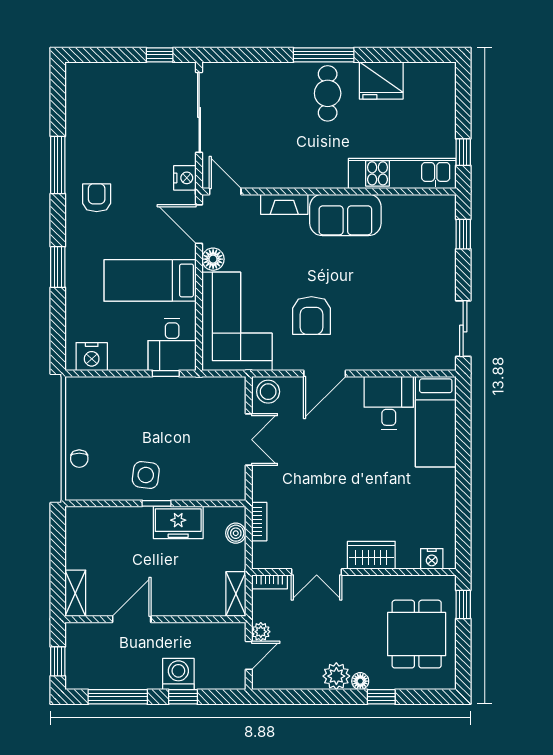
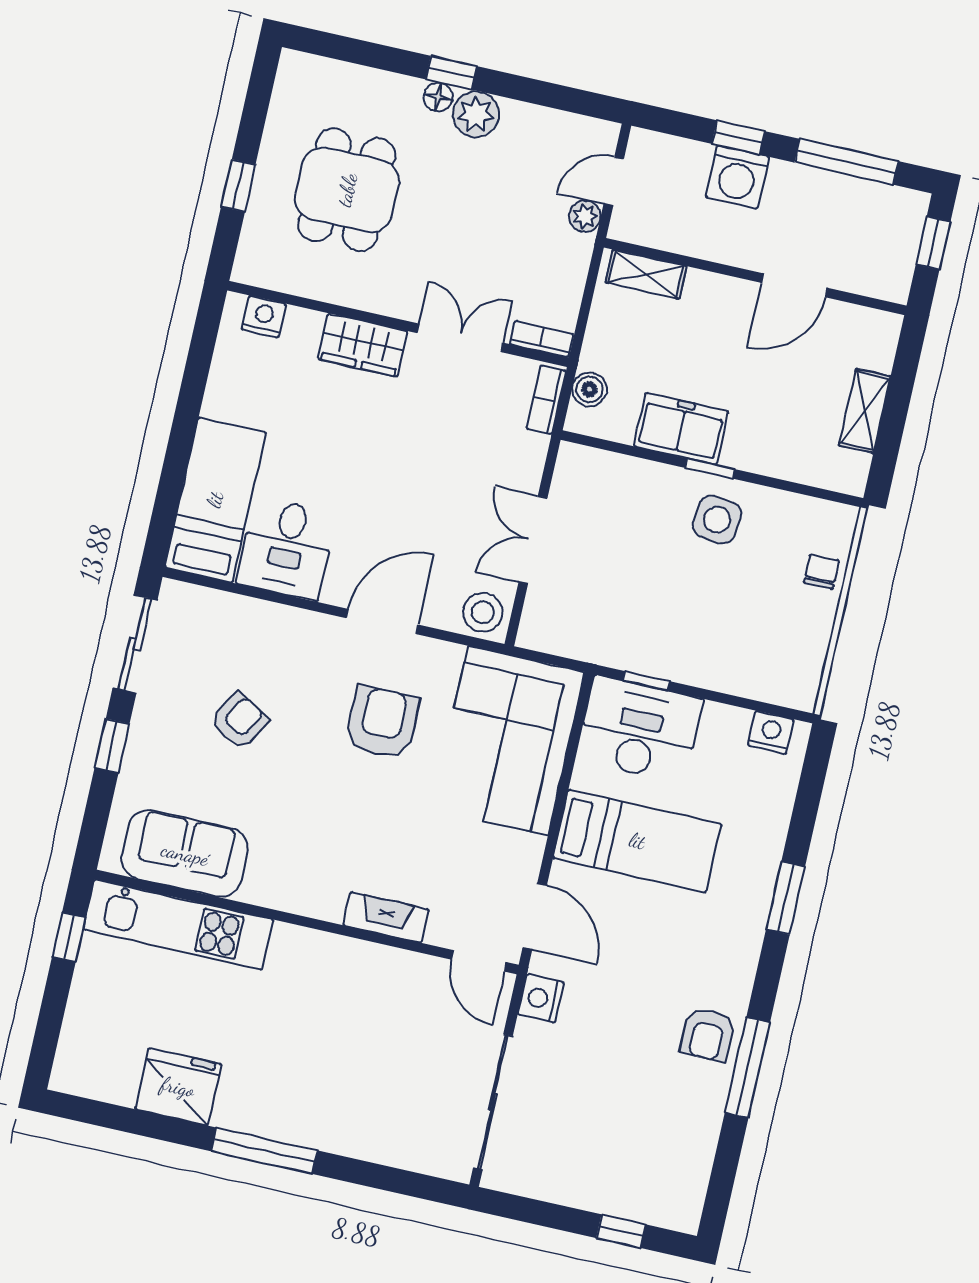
window: (160, 55) -> (621, 1231), moved
cafe table: (328, 93) -> (272, 1085), removed
armchair: (97, 198) -> (707, 1035), moved
sofa: (345, 215) -> (185, 854), moved
window: (463, 234) -> (112, 746), moved
floor lamp: (213, 259) -> (525, 853), removed
armchair: (393, 298) -> (239, 721), added
desk: (172, 345) -> (639, 730), width x1.37
nightstand: (92, 357) -> (771, 732), width x0.74, depth x0.75
wardrobe: (371, 555) -> (363, 345), moved
nightstand: (432, 559) -> (264, 317), moved
double door: (317, 572) -> (460, 338), moved
wall: (354, 572) -> (398, 324), moved
bookcase: (270, 582) -> (542, 339), moved
shelving: (75, 593) -> (865, 411), moved
shelving: (236, 594) -> (646, 274), moved, turned 90
dining table: (417, 634) -> (347, 190), moved
window: (381, 697) -> (451, 73), moved

